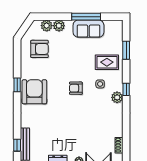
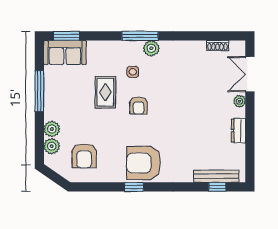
sofa: (88, 29) -> (65, 53), moved, turned 90
armchair: (39, 49) -> (84, 156), turned 180
window: (126, 50) -> (66, 36), moved
rug: (107, 62) -> (105, 92), moved
window: (126, 89) -> (140, 36), width x2.17

